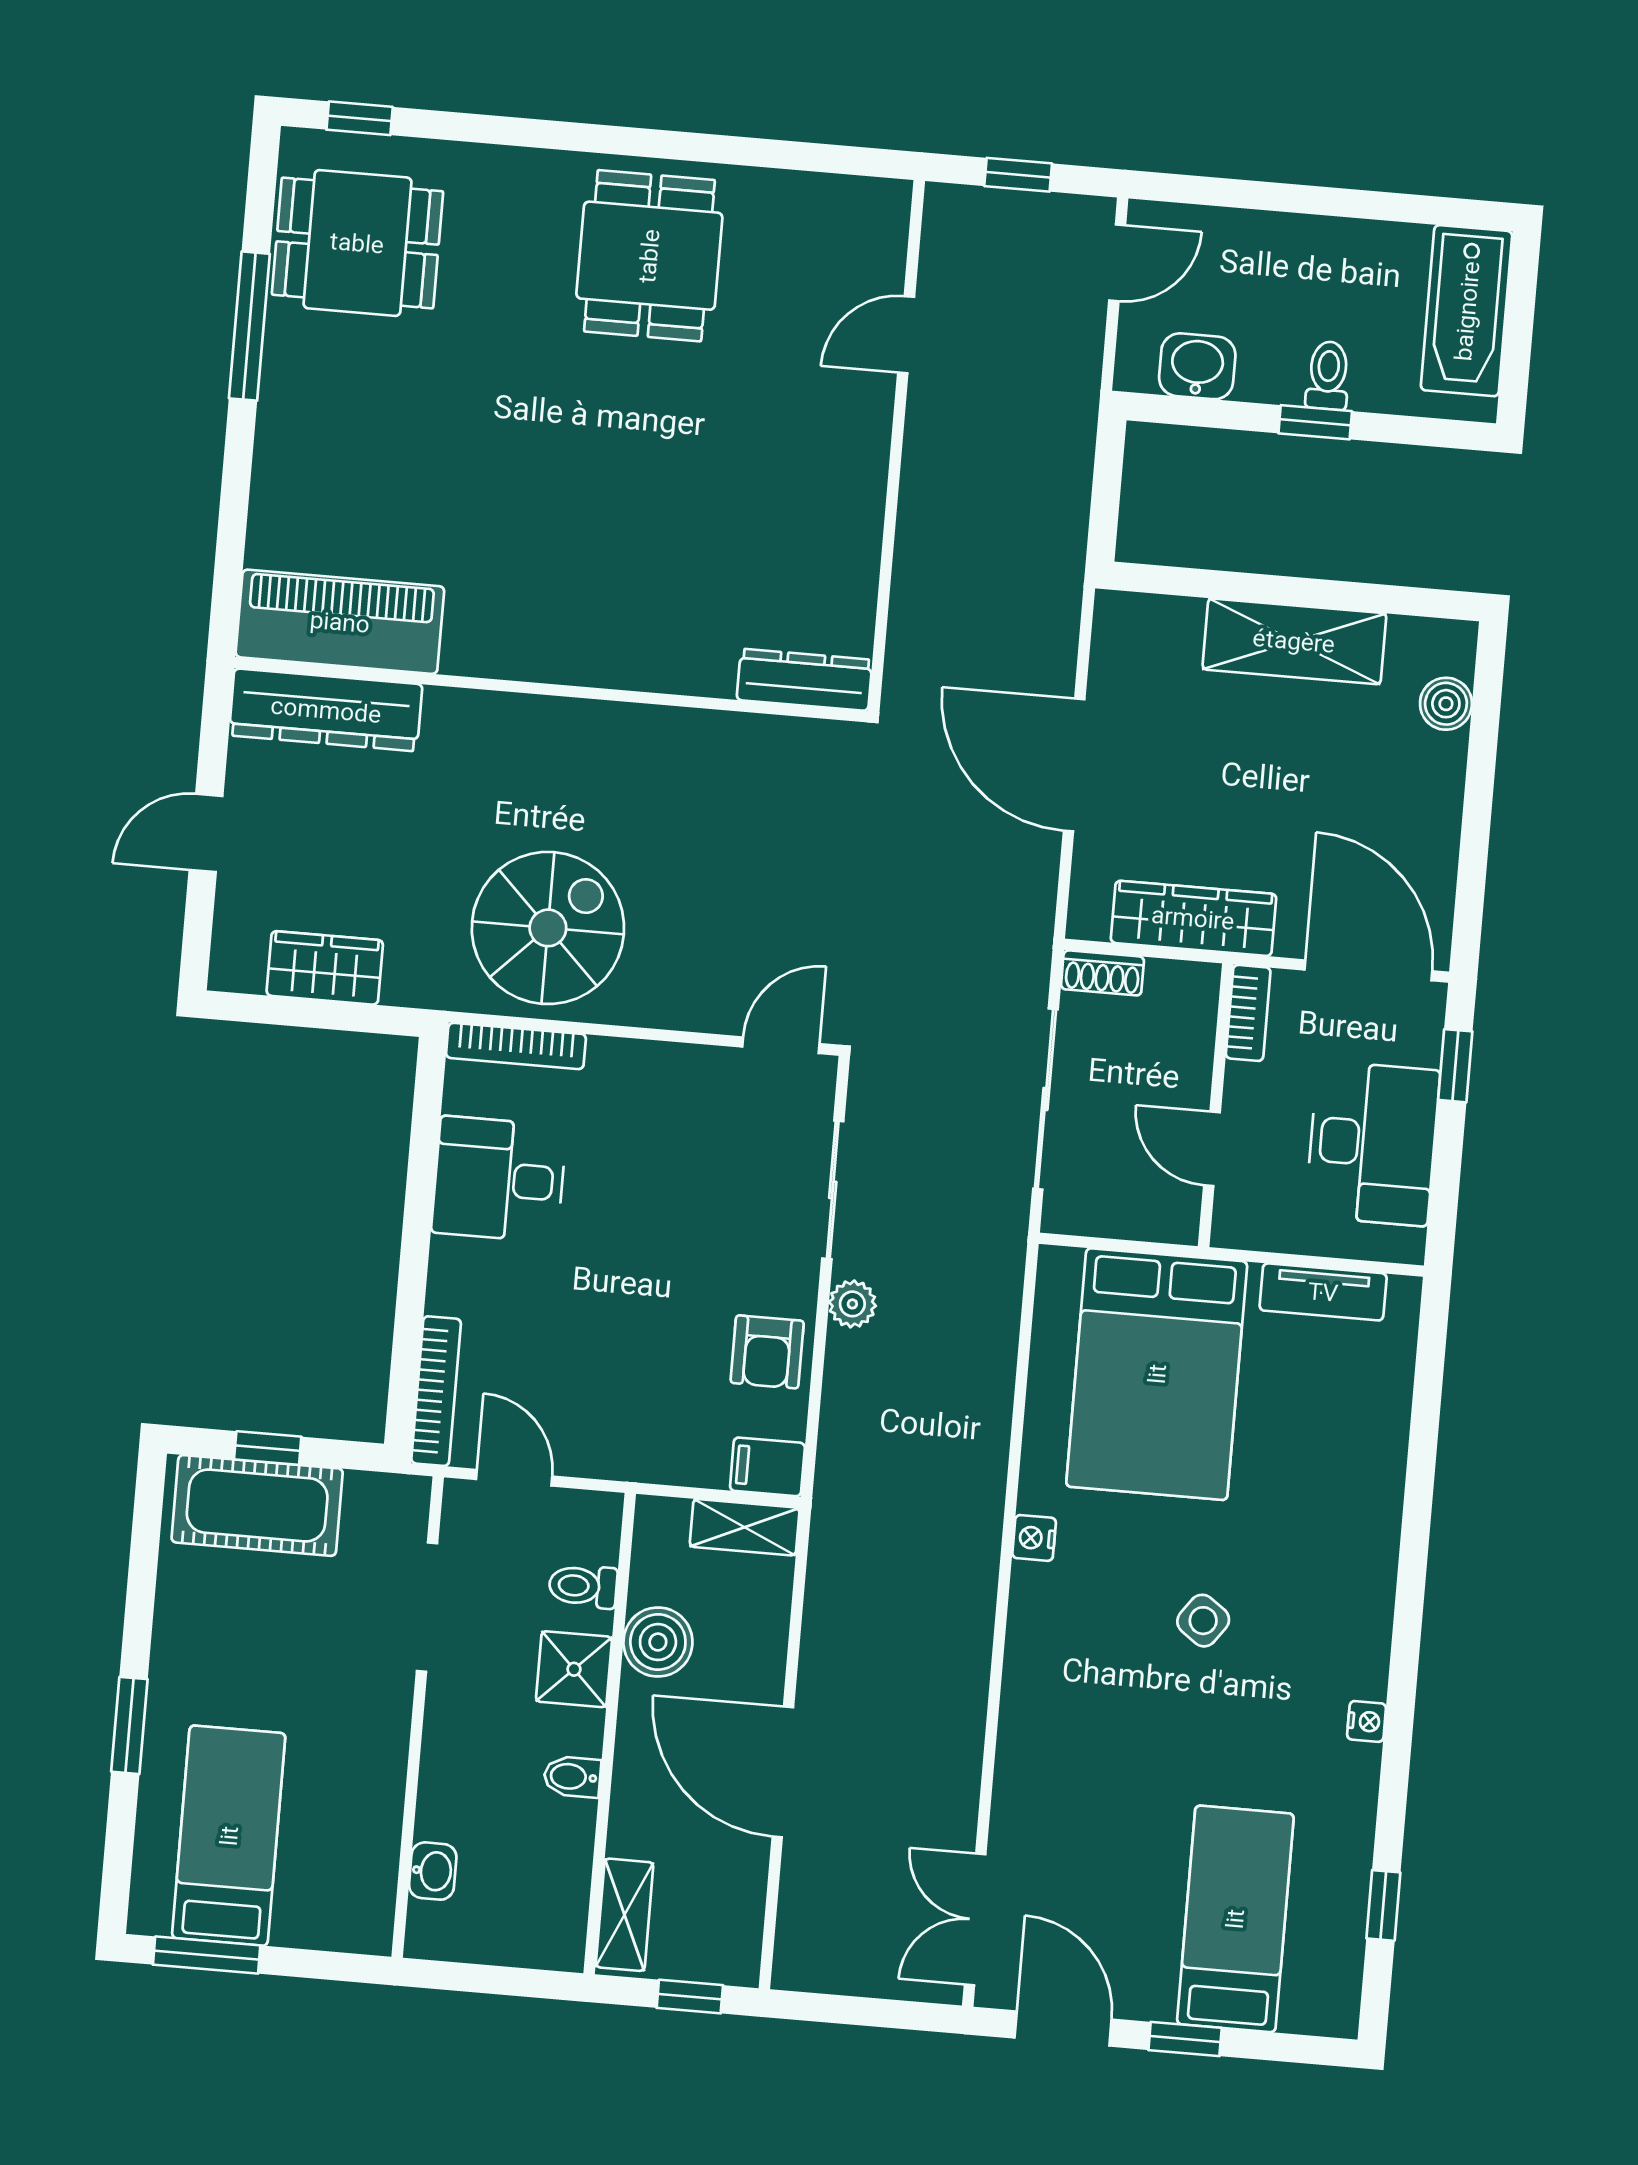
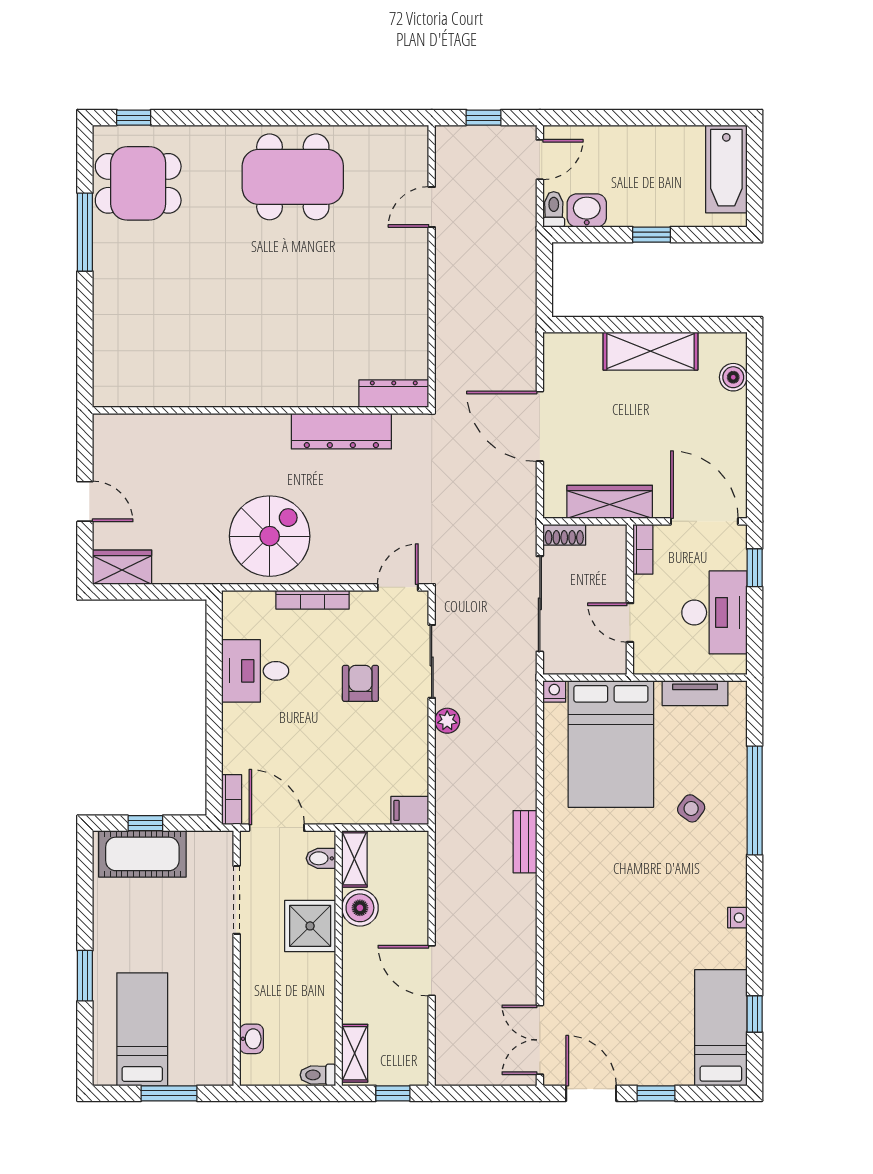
dining table: (649, 256) -> (293, 177), width x1.37
toilet: (1328, 375) -> (554, 209), moved
piano: (340, 622) -> (146, 384), removed
dresser: (326, 710) -> (341, 431), moved
door: (206, 833) -> (85, 501), swing flipped
wardrobe: (325, 968) -> (122, 567), moved
bookcase: (516, 1046) -> (313, 600), moved
armchair: (767, 1352) -> (360, 683), moved, turned 180
bookcase: (436, 1391) -> (232, 800), width x0.64
door: (514, 1478) -> (277, 828), width x1.38
window: (1418, 1504) -> (755, 800), added
shelving: (745, 1527) -> (354, 859), moved, turned 90
nightstand: (1034, 1538) -> (554, 691), moved, turned 90
bench: (979, 1544) -> (525, 842), added
toilet: (583, 1586) -> (318, 1075), moved
side table: (1203, 1621) -> (691, 808), moved
shower: (574, 1669) -> (310, 926), width x1.36, depth x1.36
door: (783, 1772) -> (432, 971), width x0.73
bidet: (572, 1777) -> (321, 858), moved
bed: (1235, 1919) -> (721, 1028), moved
window: (207, 1955) -> (169, 1093), moved

